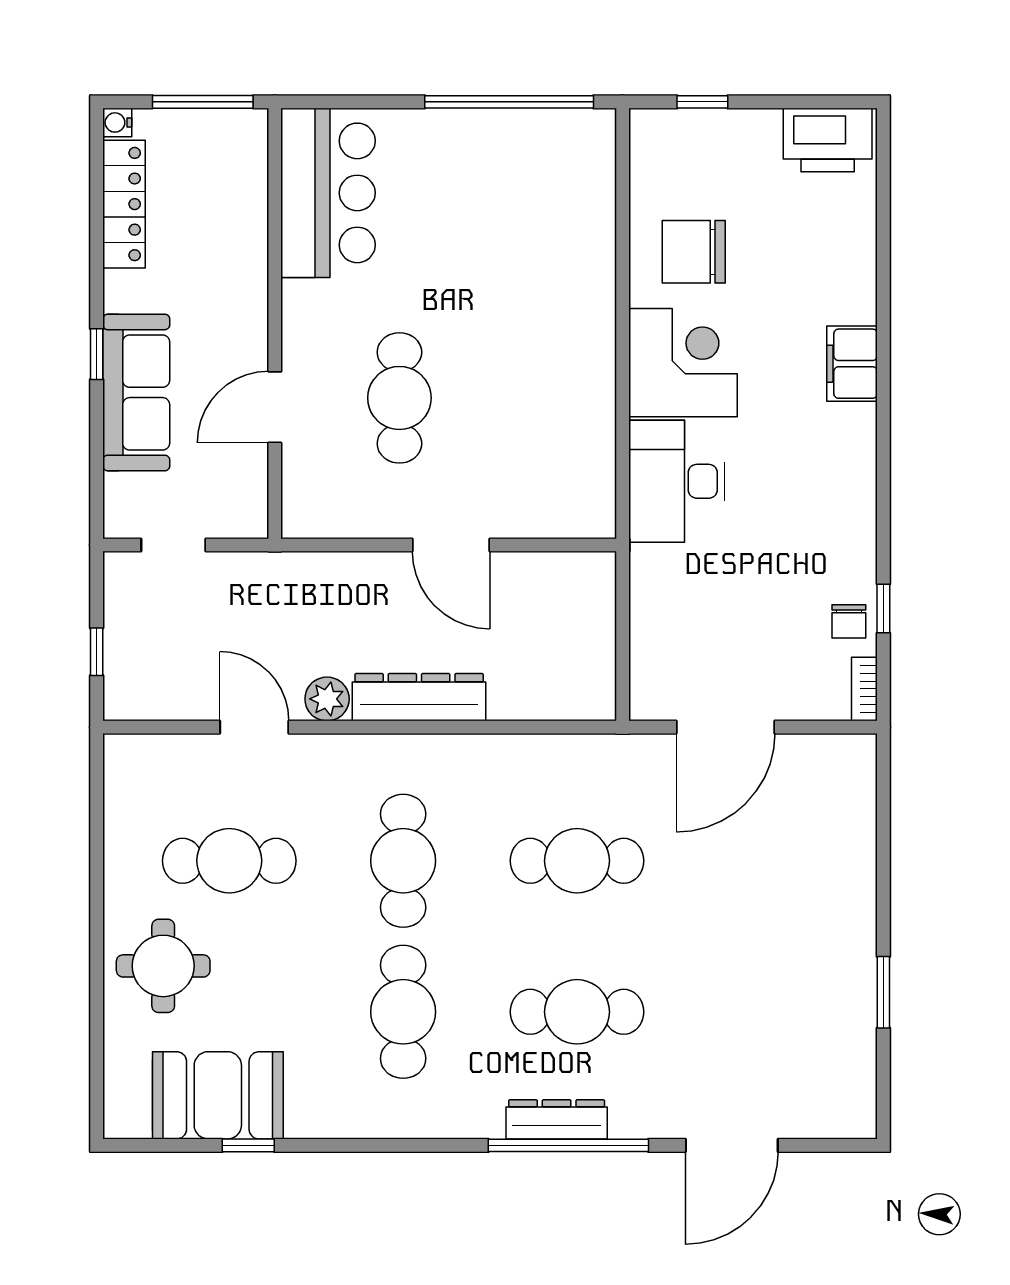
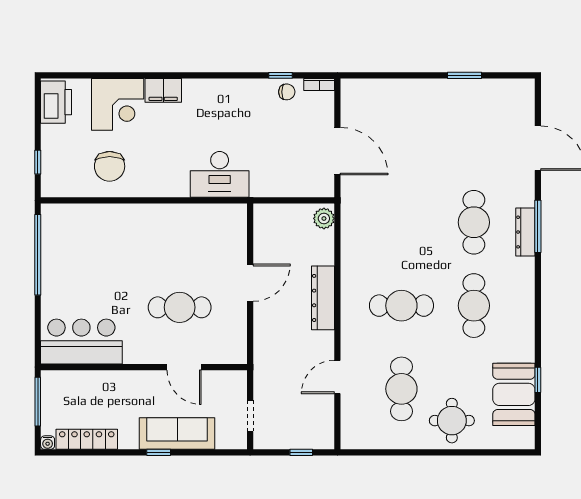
corner desk: (683, 363) -> (118, 104), moved, turned 180
plant: (327, 699) -> (324, 218), moved
cafe table: (577, 861) -> (401, 222), removed
cafe table: (403, 1012) -> (474, 306), turned 90
window: (568, 1145) -> (538, 226), width x0.68

